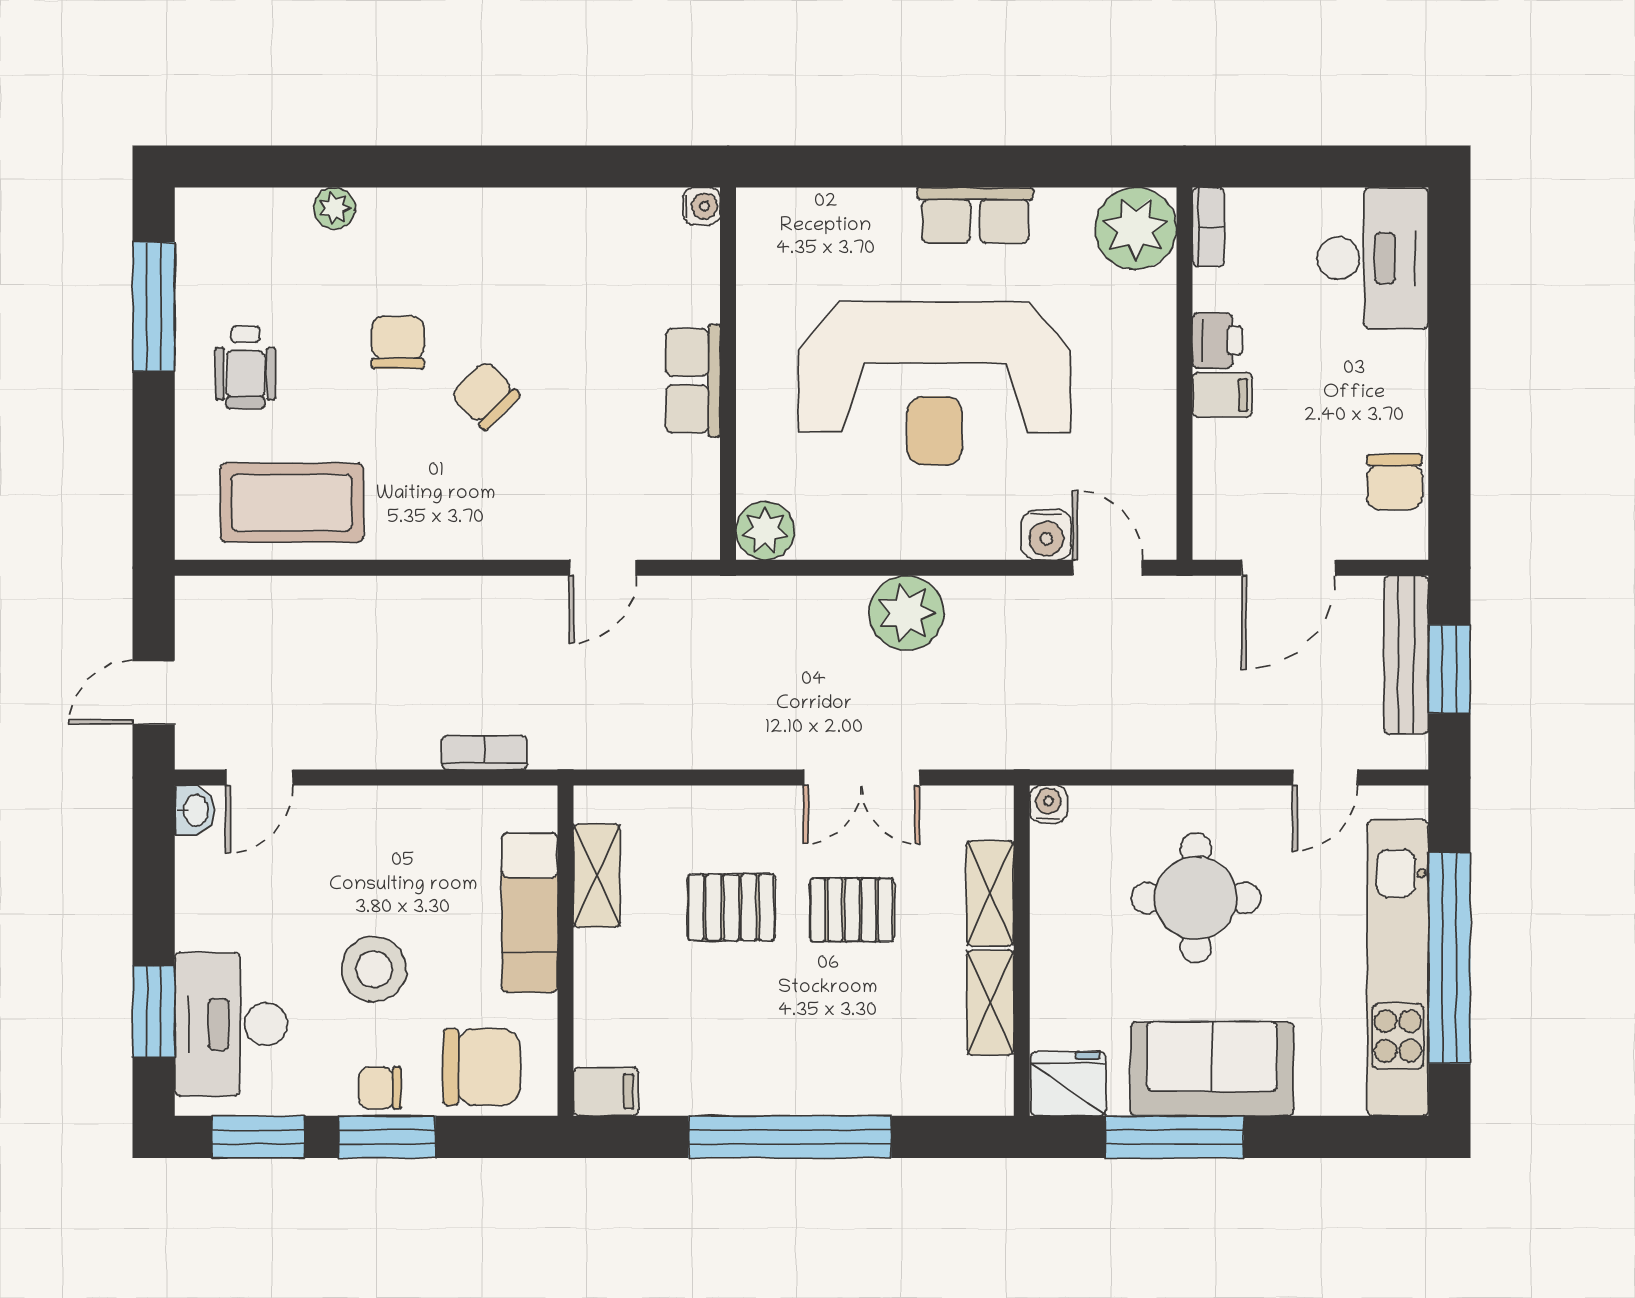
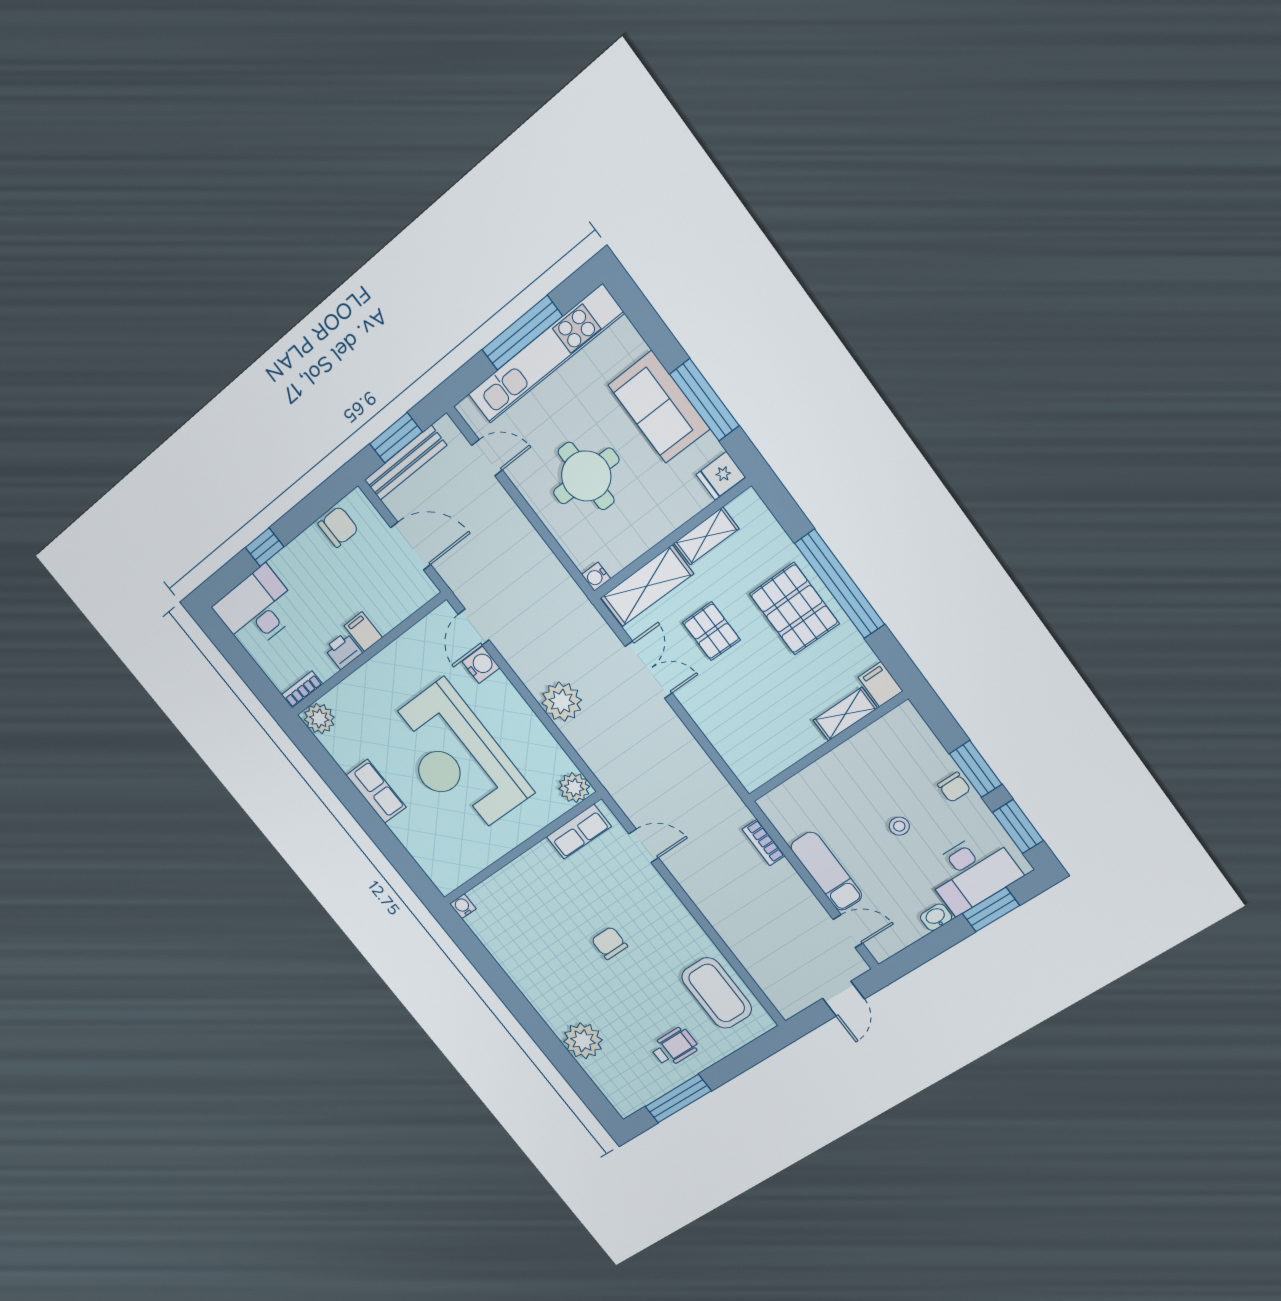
plant: (334, 208) -> (583, 1041), width x1.88, depth x1.88
plant: (1136, 228) -> (319, 719), width x0.73, depth x0.73
chair: (398, 342) -> (616, 993), removed
window: (1449, 346) -> (265, 547), added
row of seats: (693, 381) -> (579, 832), moved
reception desk: (935, 383) -> (457, 759), turned 180
chair: (485, 395) -> (609, 943), turned 135
door: (154, 693) -> (843, 999), hinge flipped
washbasin: (195, 810) -> (936, 917), moved
shelving: (597, 876) -> (845, 714), moved
shelving: (990, 893) -> (647, 586), width x1.50, depth x1.33
pallet: (731, 907) -> (794, 609), moved, width x1.50, depth x1.42
exam couch: (530, 913) -> (826, 871), moved, turned -90
window: (1449, 958) -> (522, 333), width x0.68
stool: (374, 969) -> (899, 826), width x0.53, depth x0.53
chair: (482, 1067) -> (910, 748), removed
fridge: (1068, 1084) -> (721, 476), width x0.72

